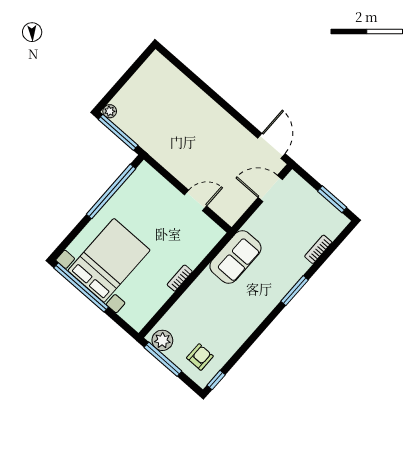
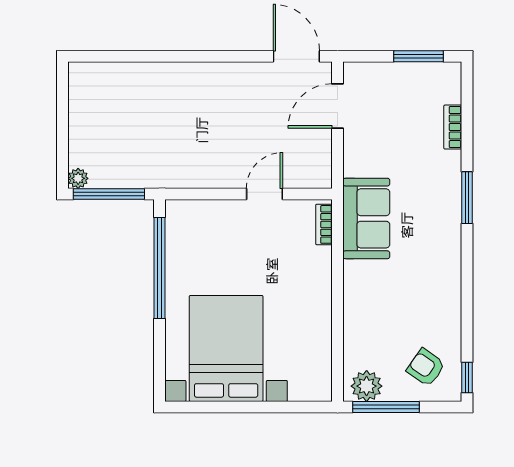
bookcase: (180, 278) -> (324, 224), moved
window: (81, 287) -> (222, 407), removed
armchair: (200, 357) -> (426, 367), turned -55

